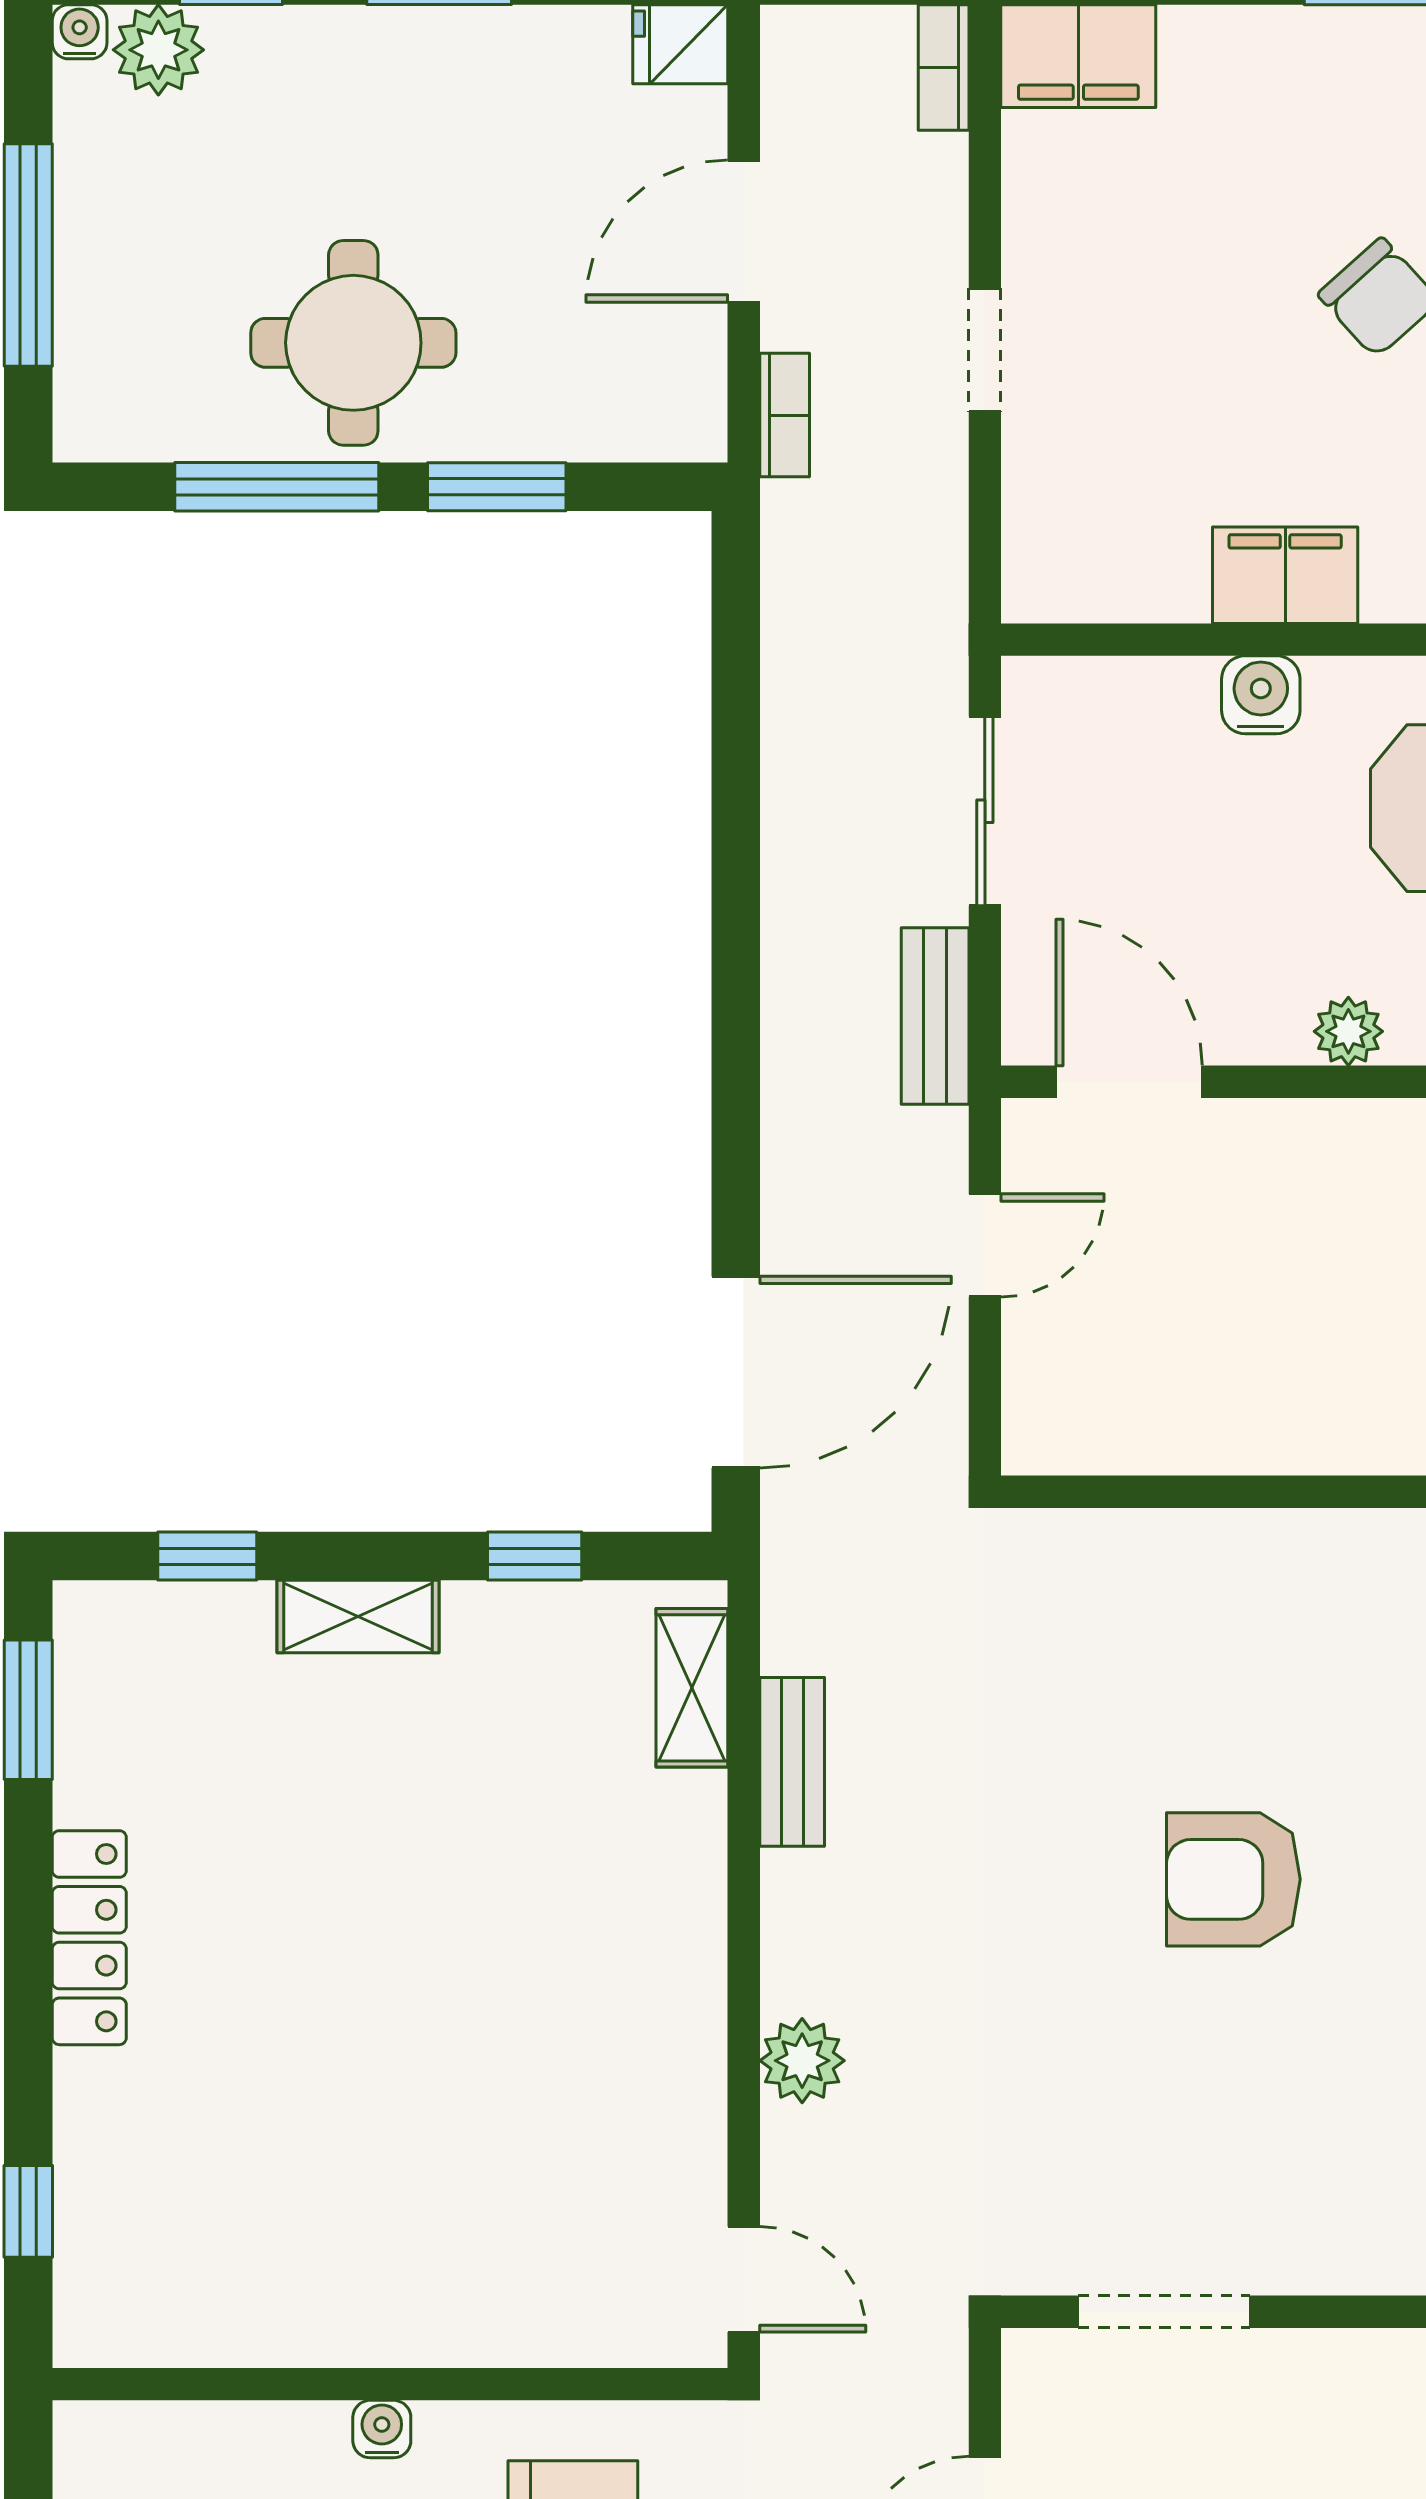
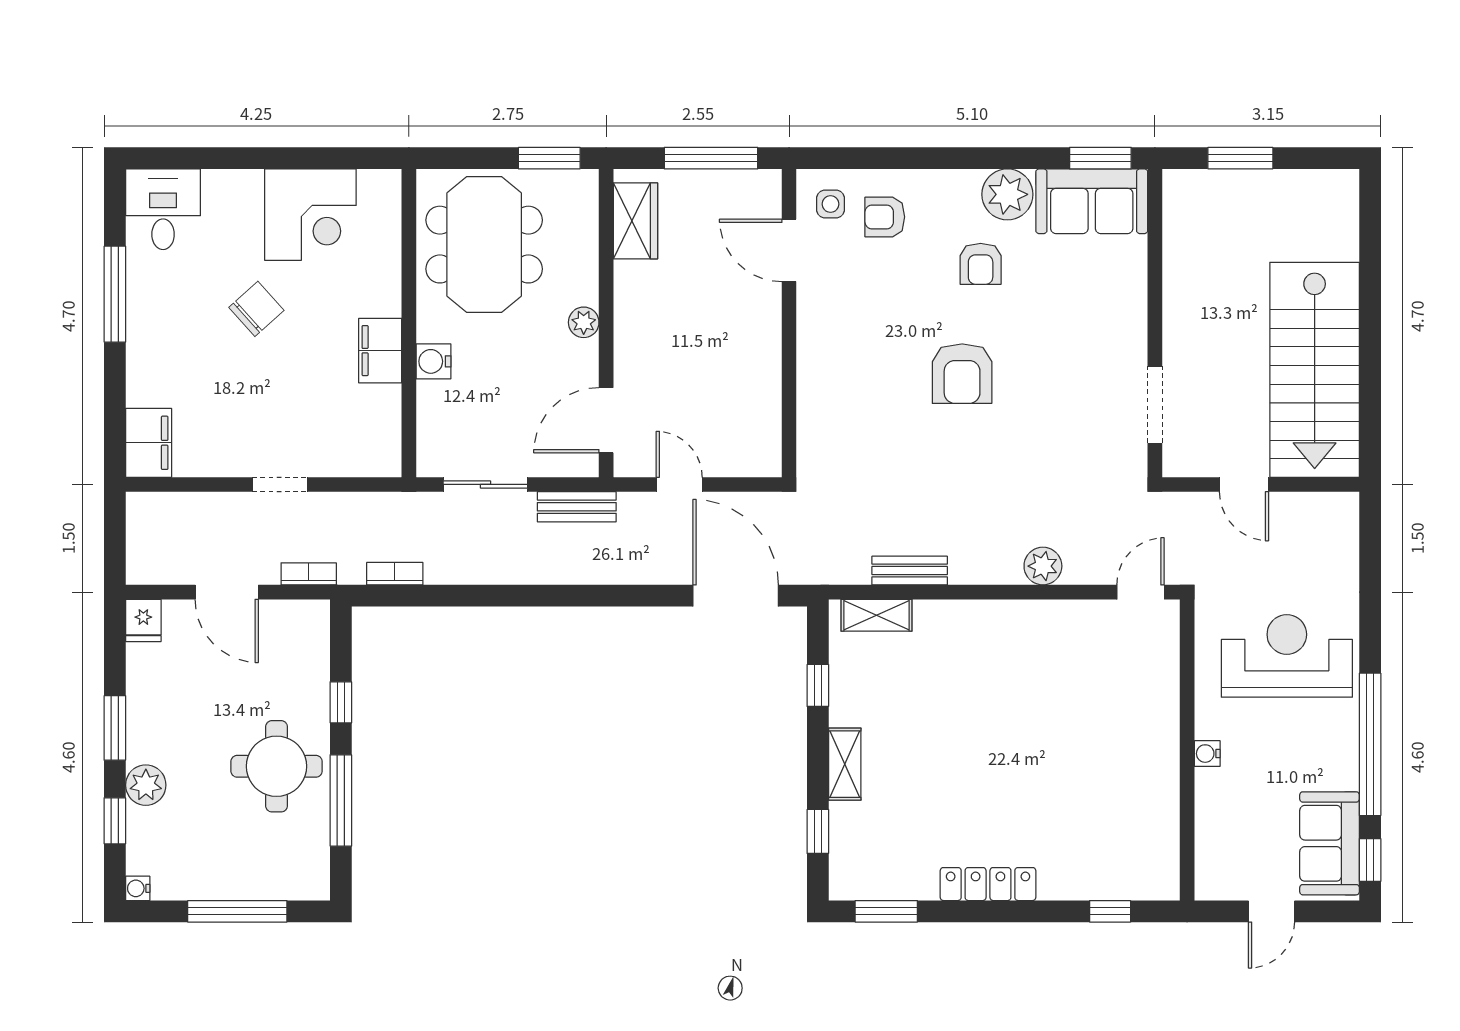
plant: (158, 50) -> (146, 785), moved
bookcase: (944, 68) -> (395, 574), moved, turned 180
window: (497, 487) -> (341, 702), width x0.67

